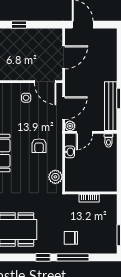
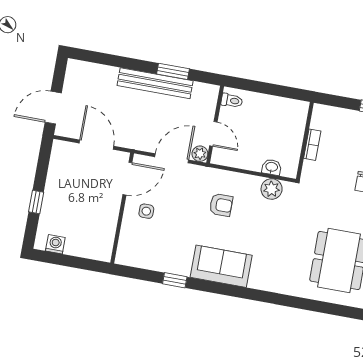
bench: (111, 106) -> (155, 83), moved
door: (64, 108) -> (172, 158), hinge flipped
washbasin: (70, 152) -> (272, 167), moved

